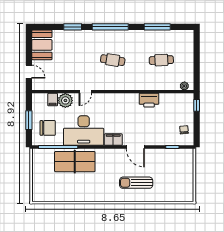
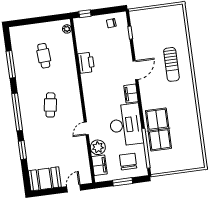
door: (85, 92) -> (86, 128), swing flipped
filing cabinet: (53, 100) -> (99, 165), width x2.00

